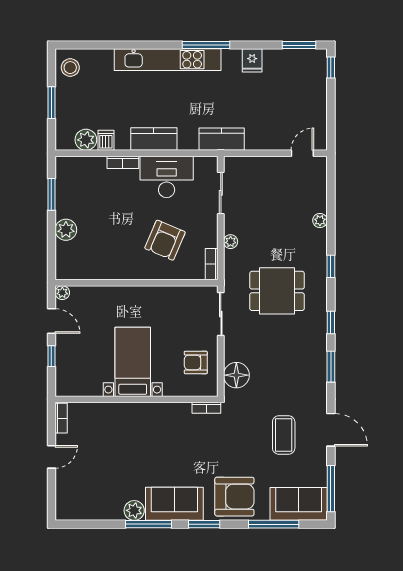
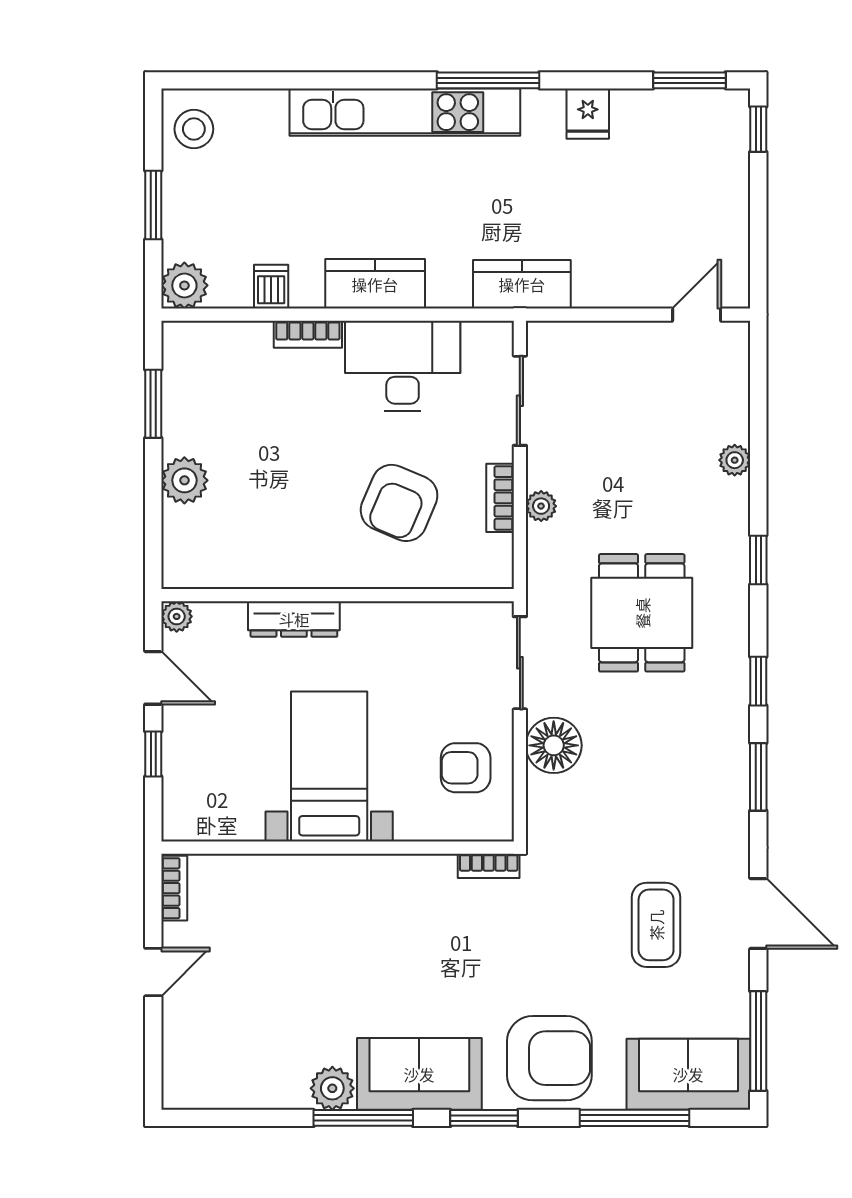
plant: (86, 140) -> (184, 285), moved
bookcase: (212, 264) -> (500, 498), moved
dining table: (277, 291) -> (642, 613), turned 90
dresser: (116, 294) -> (294, 619), added
floor lamp: (236, 375) -> (554, 745), moved

